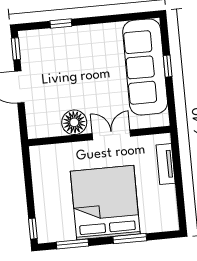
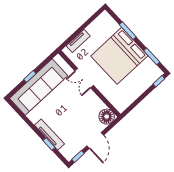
tv unit: (73, 34) -> (49, 135), added
floor lamp: (74, 122) -> (107, 117), moved

